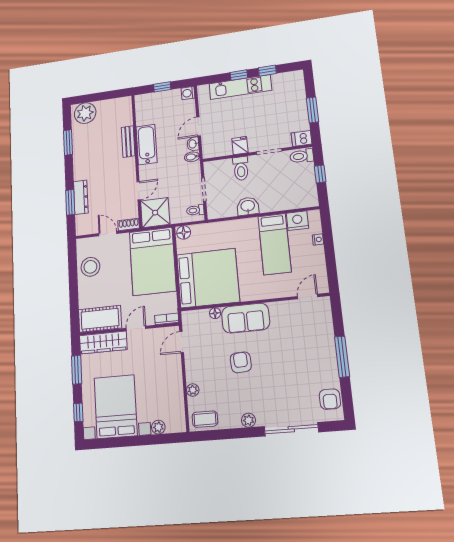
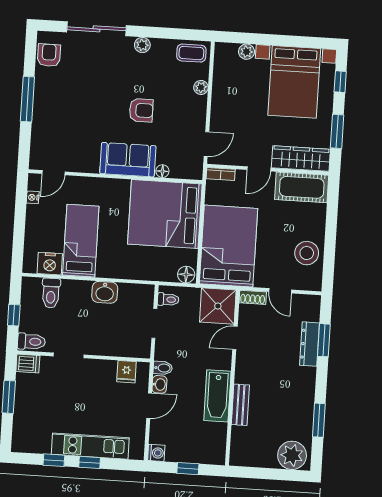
fridge: (240, 146) -> (126, 372), moved
toilet: (241, 168) -> (51, 293), moved, turned 180
nightstand: (318, 240) -> (33, 197), moved
armchair: (241, 362) -> (141, 110), turned -87

